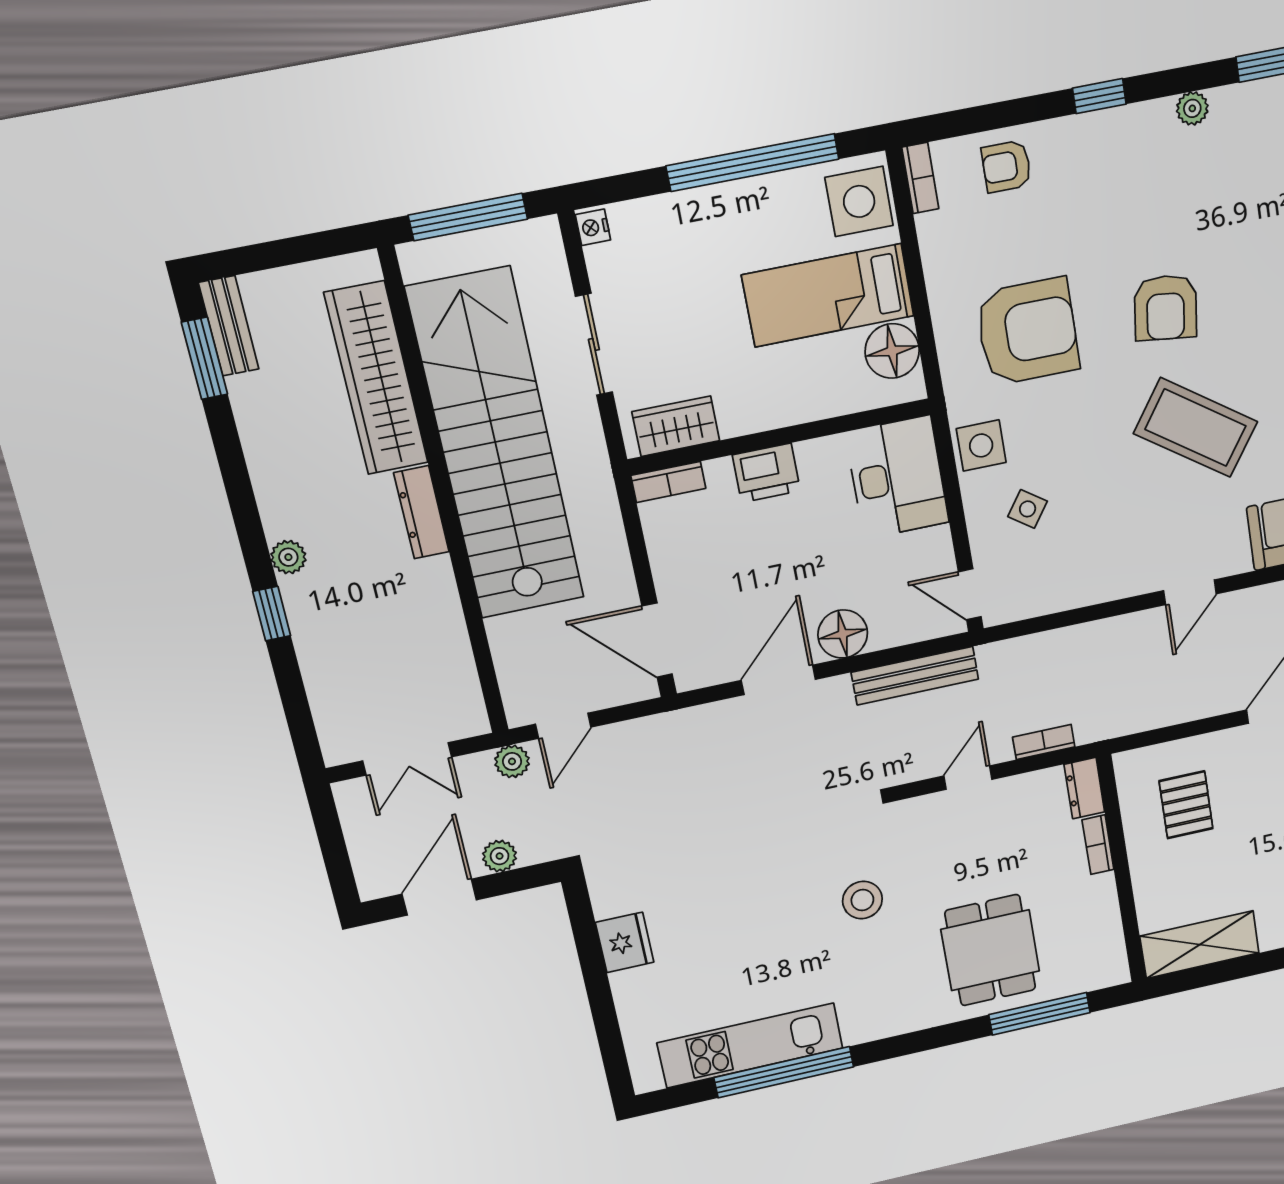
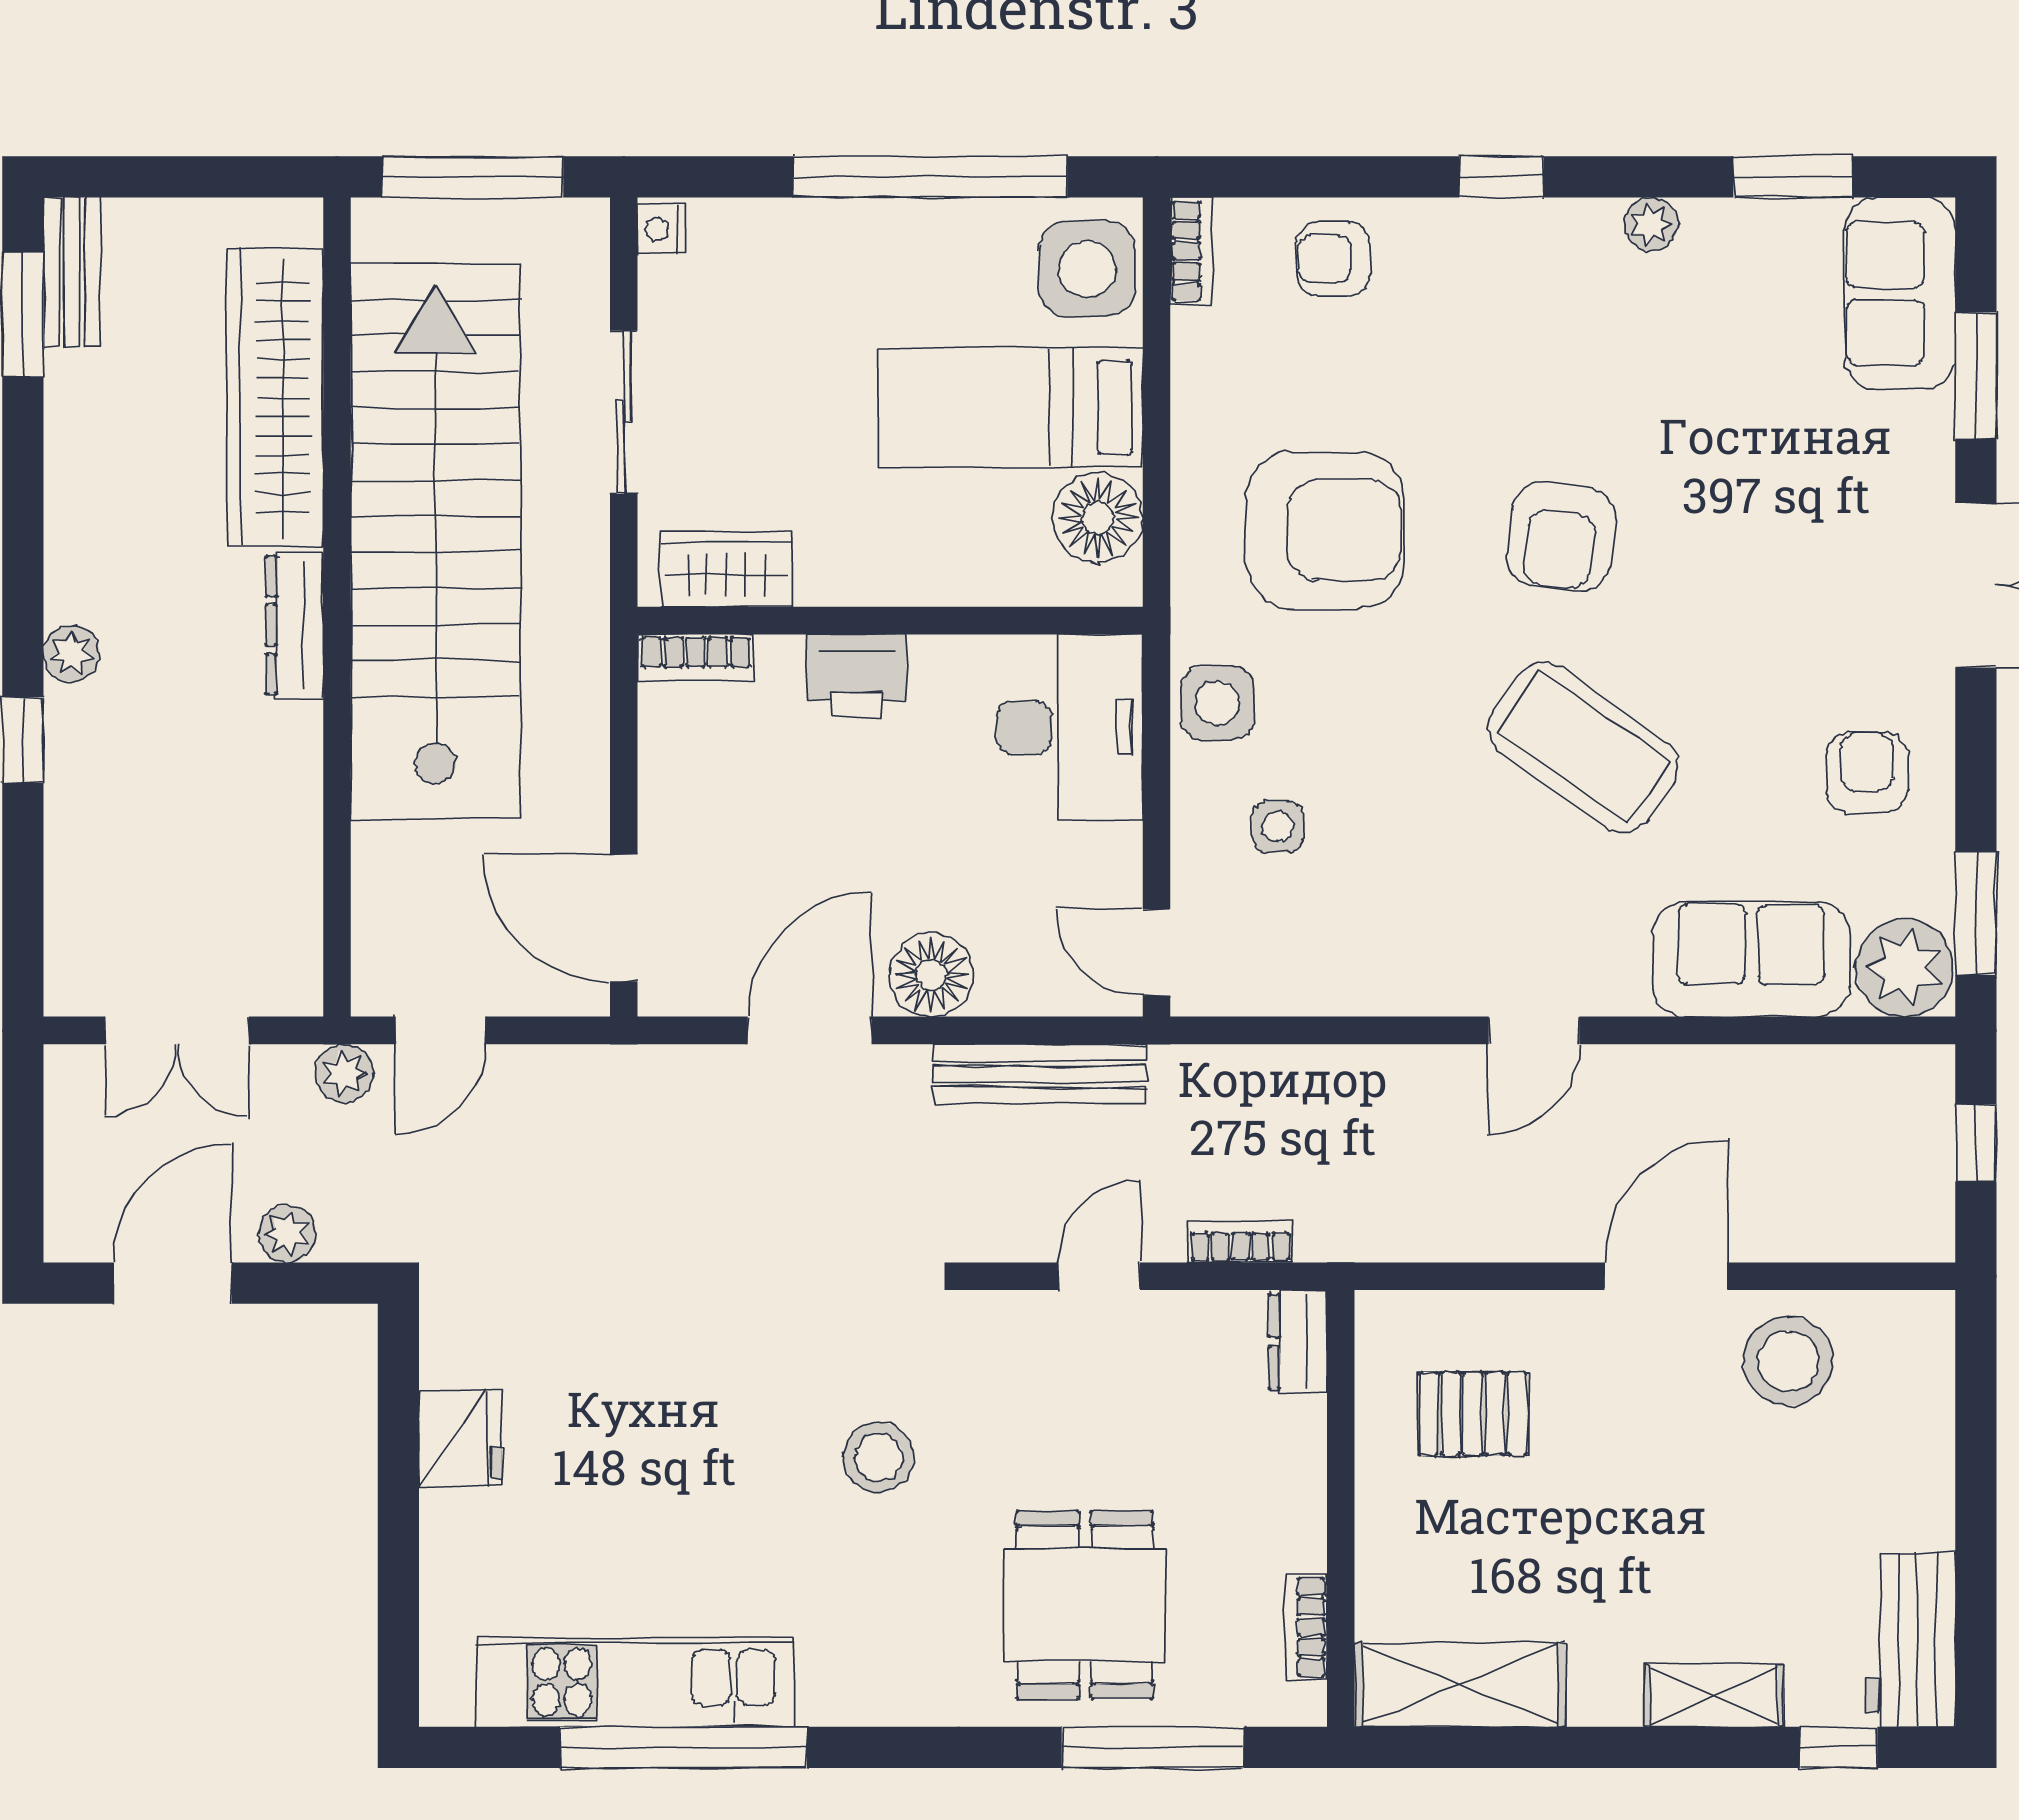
side table: (1028, 509) -> (1278, 826), turned -35
pallet: (1186, 805) -> (1473, 1414), turned 90
bookcase: (1098, 845) -> (1306, 1627), moved

